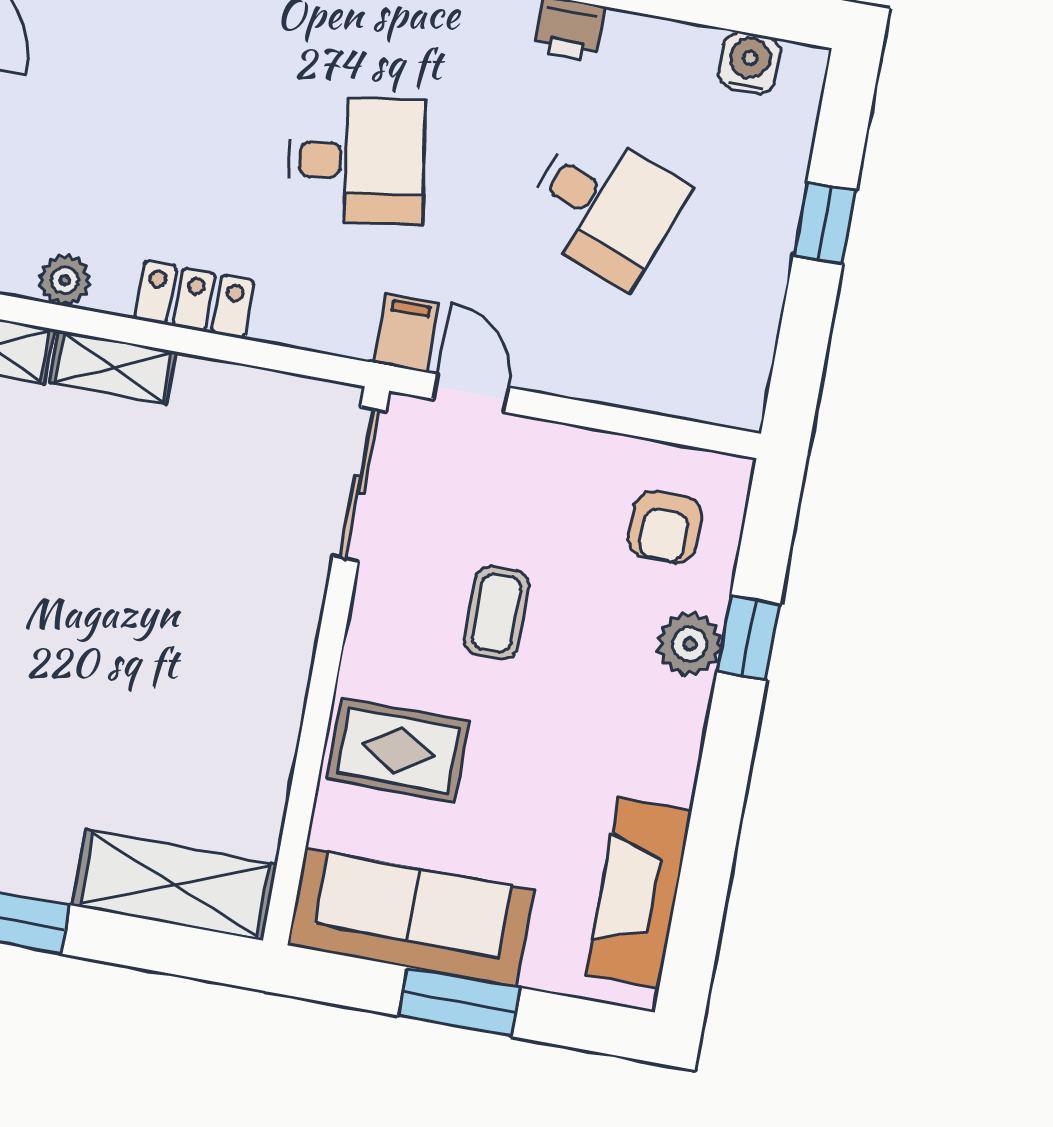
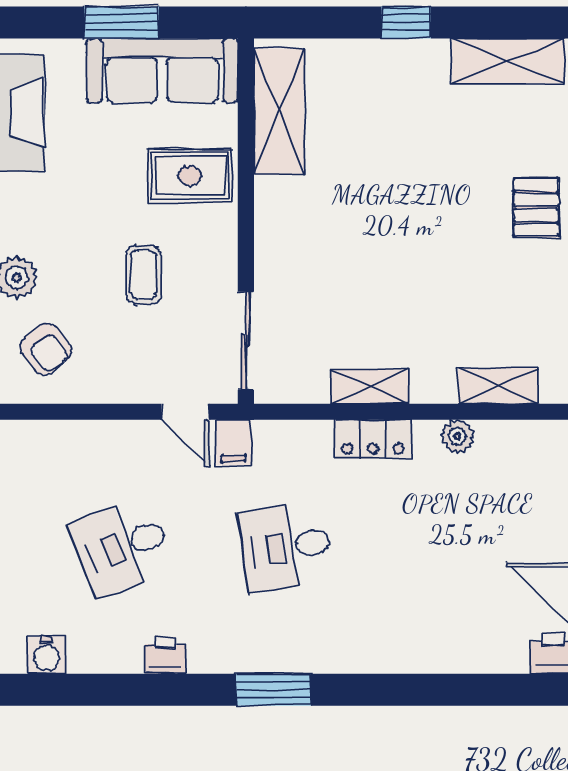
desk: (605, 206) -> (122, 547), turned -42
shelving: (113, 367) -> (369, 386), moved
armchair: (665, 527) -> (46, 349), turned 142
shelving: (175, 885) -> (279, 112), moved, turned 90

